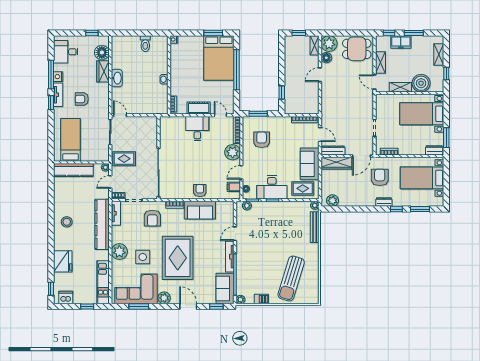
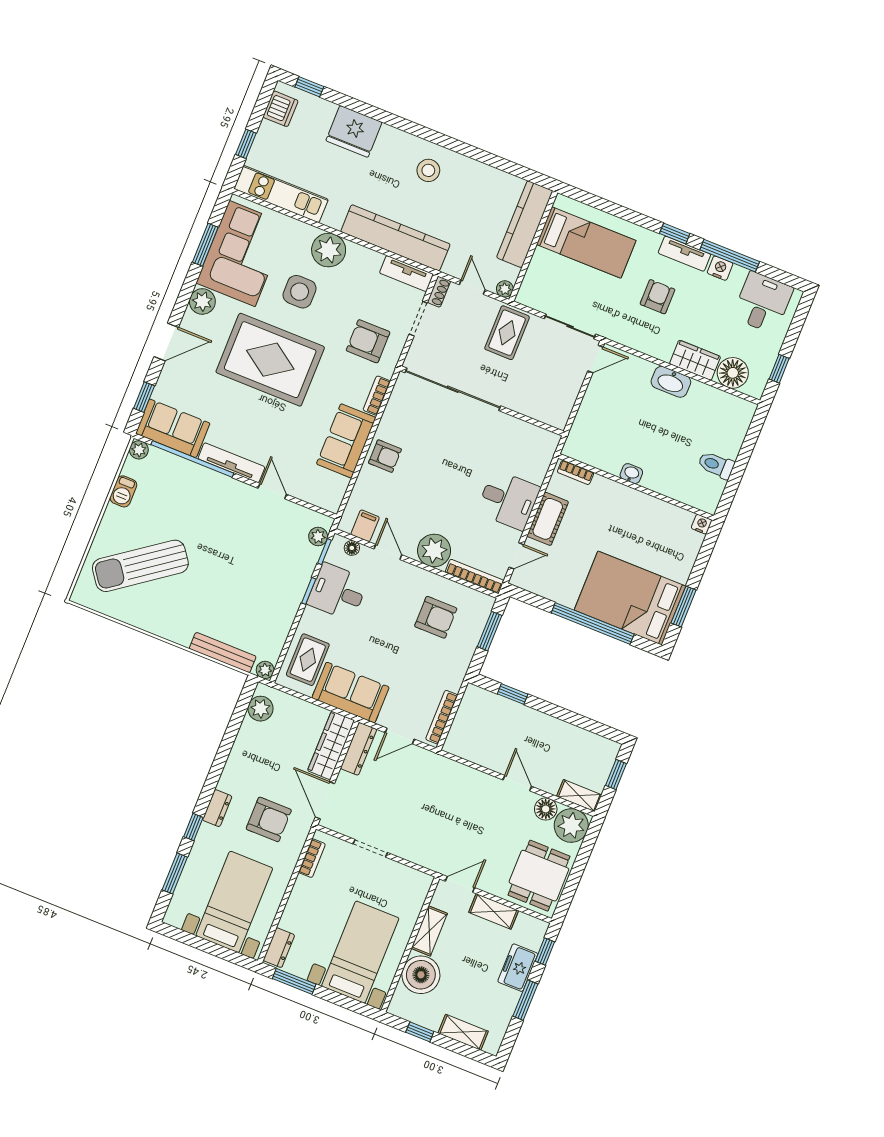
desk: (272, 187) -> (338, 592), width x0.73
sun lounger: (291, 279) -> (140, 566), turned -53

